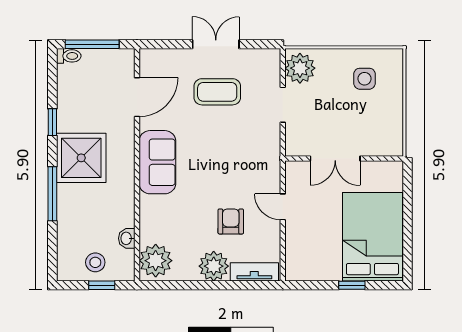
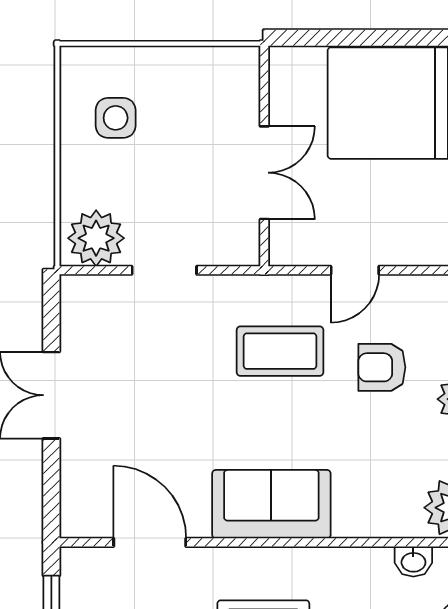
coffee table: (217, 92) -> (280, 351), moved, turned 90

